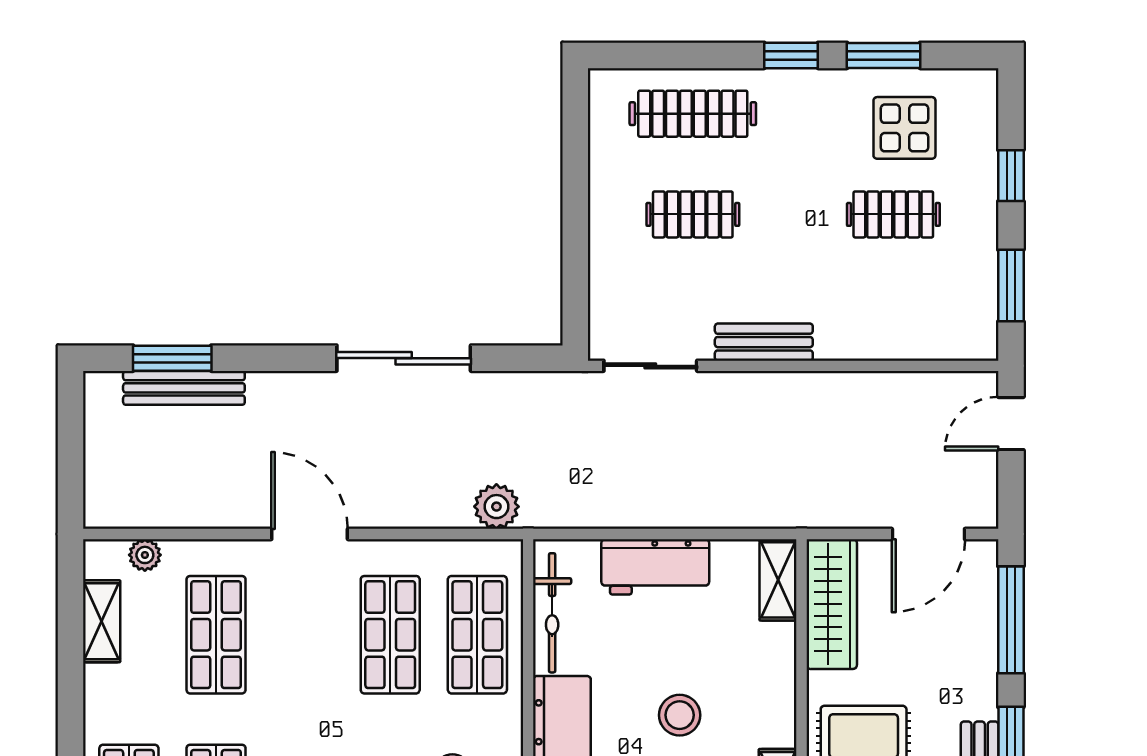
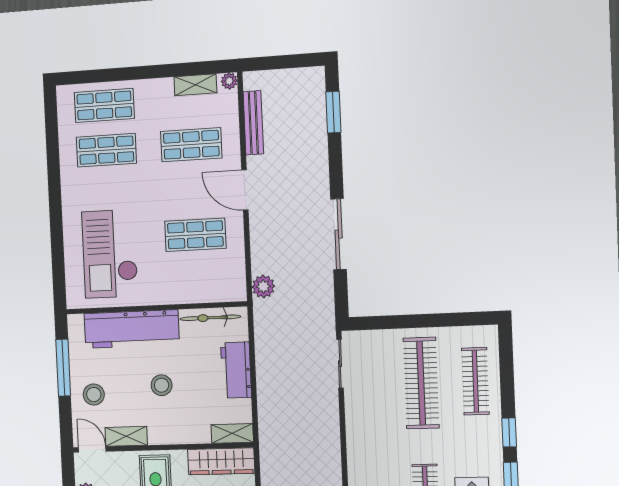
clothes rail: (693, 214) -> (421, 383), width x1.86, depth x1.31
bench: (764, 342) -> (355, 422), removed
bench: (184, 388) -> (253, 123), moved
door: (310, 534) -> (245, 190), swing flipped
plant: (145, 555) -> (229, 81), moved
shop shelf: (477, 635) -> (197, 280), removed

